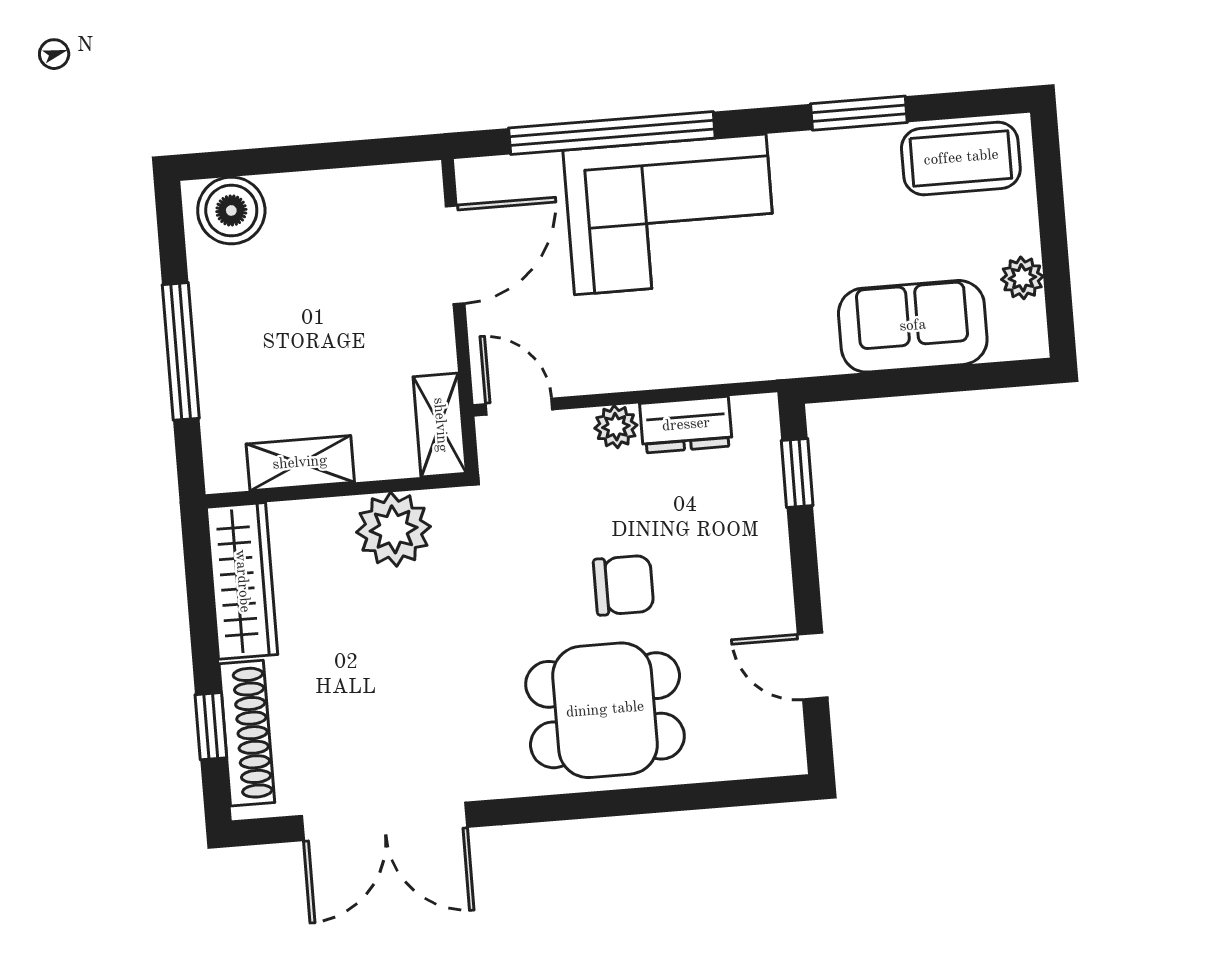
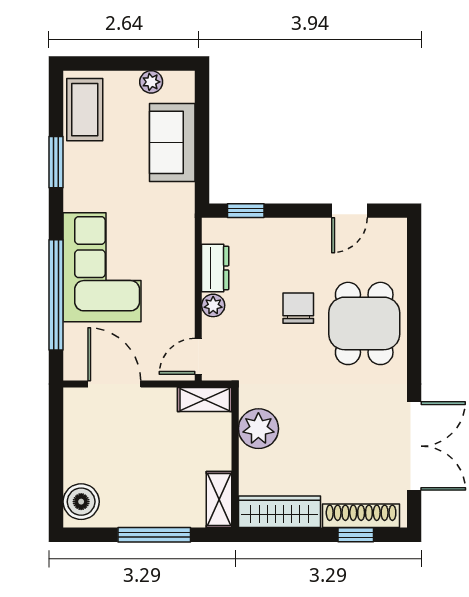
shelving: (300, 463) -> (219, 500), moved

